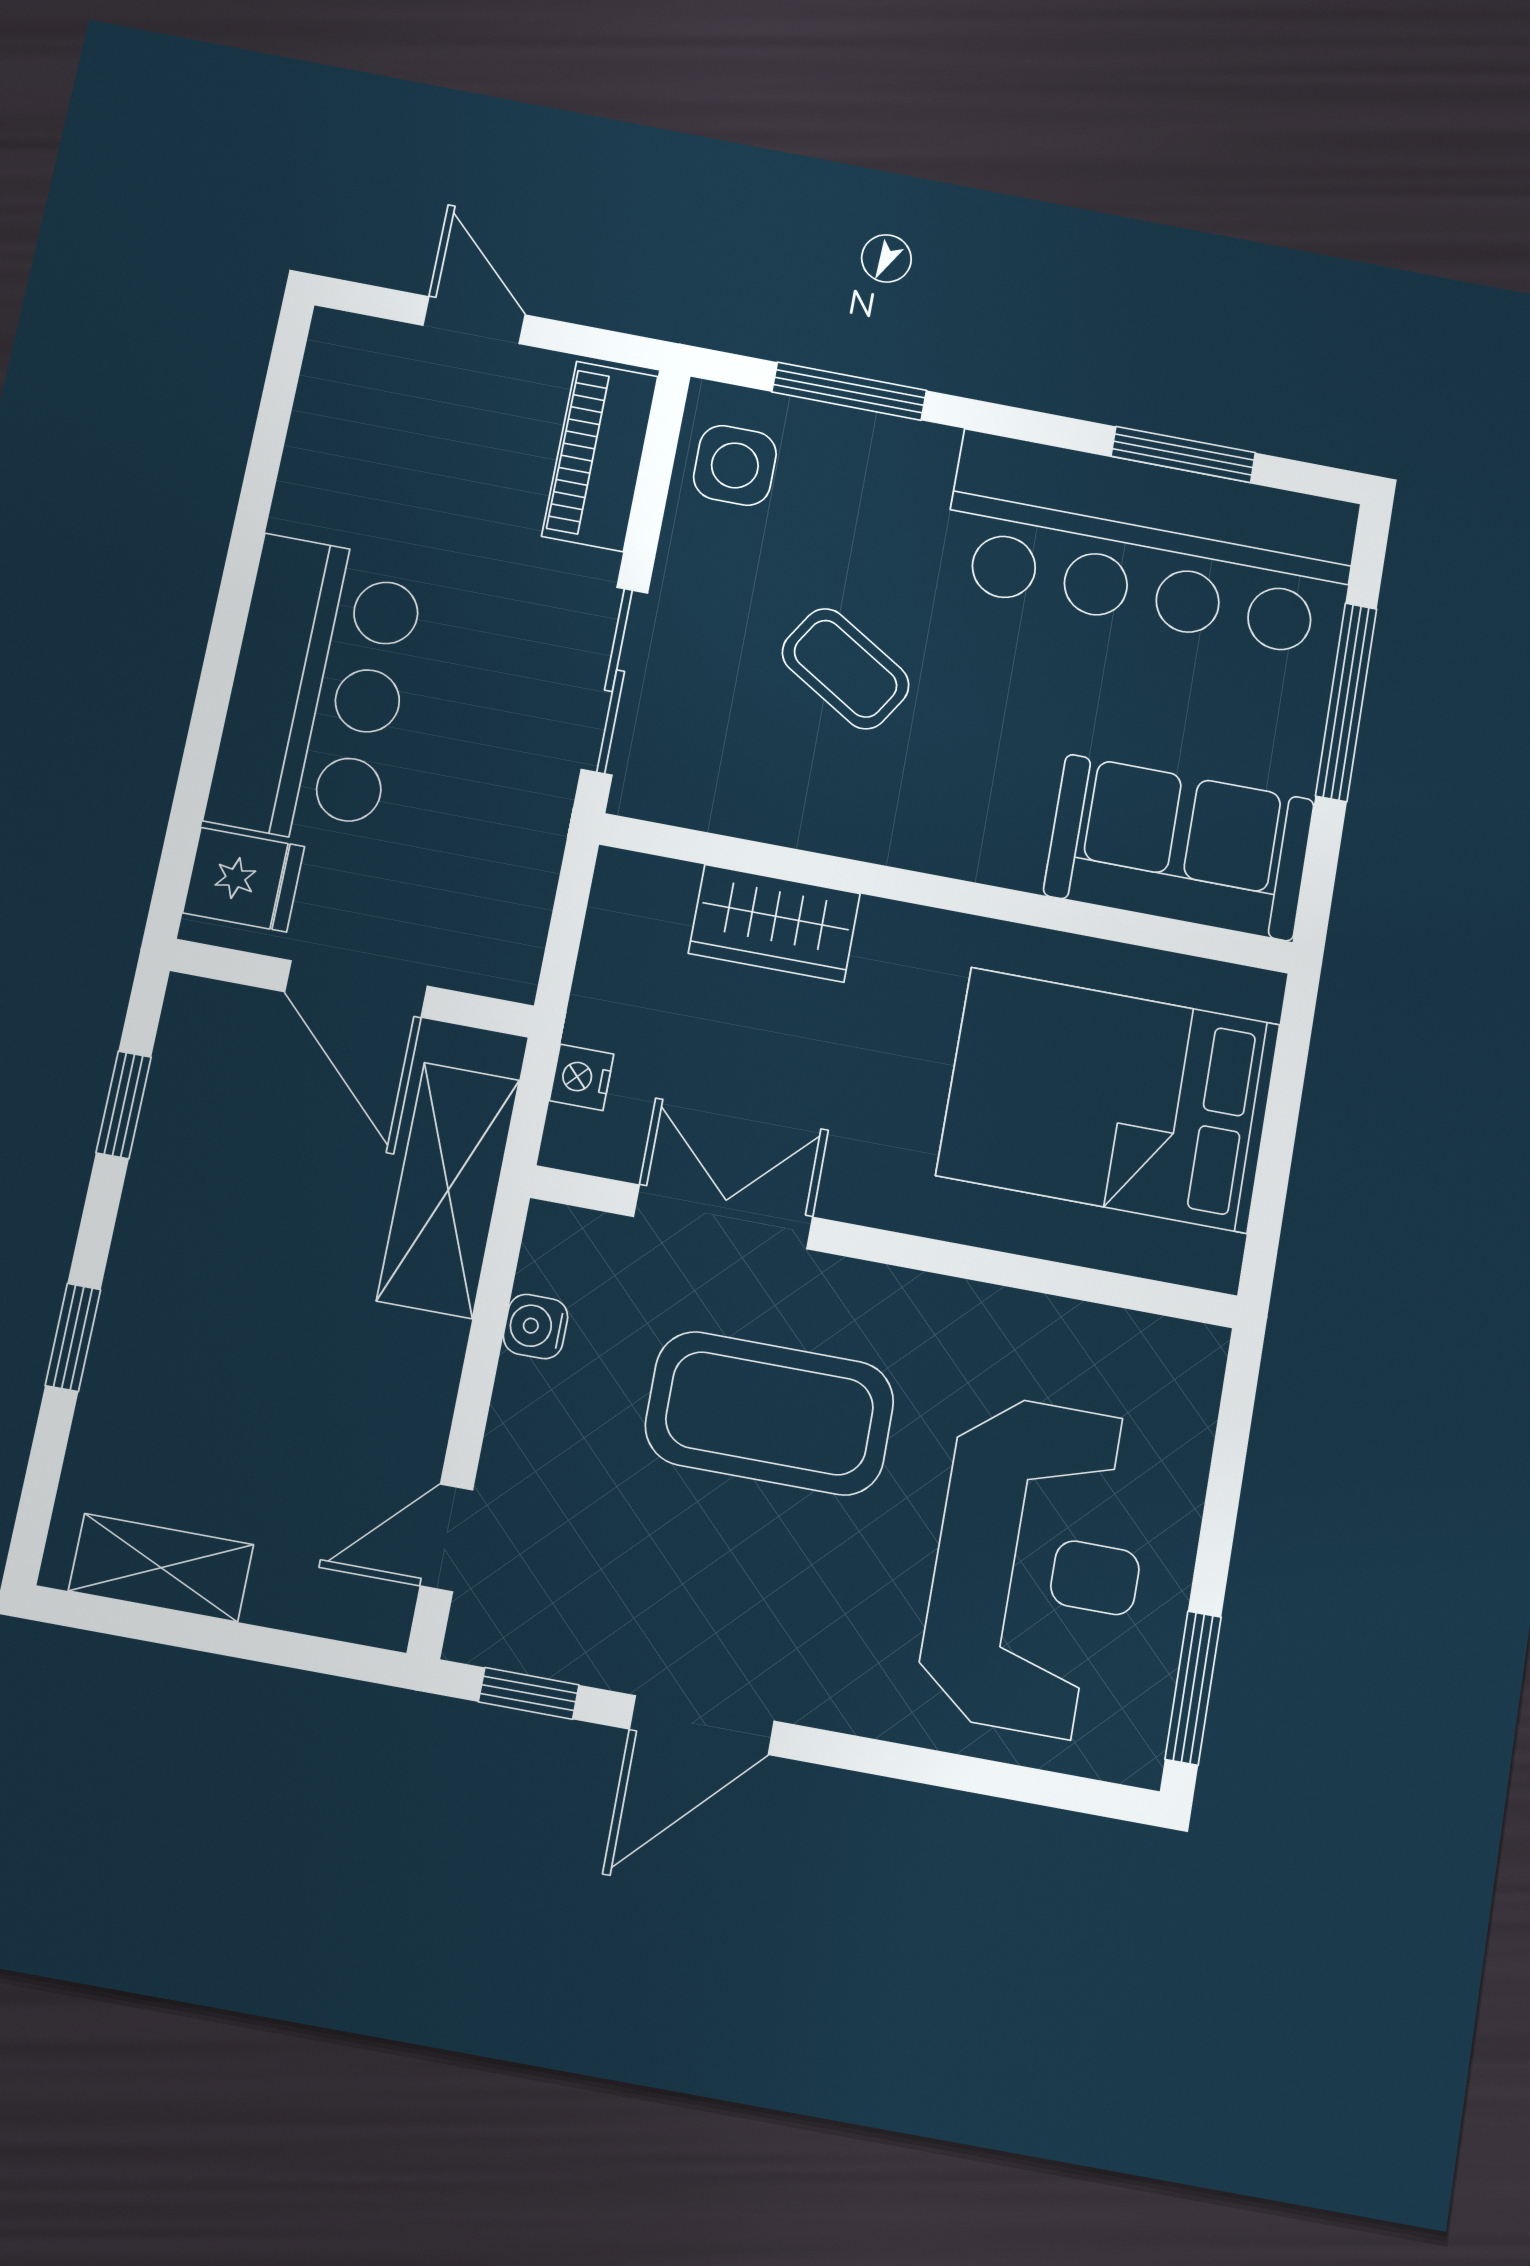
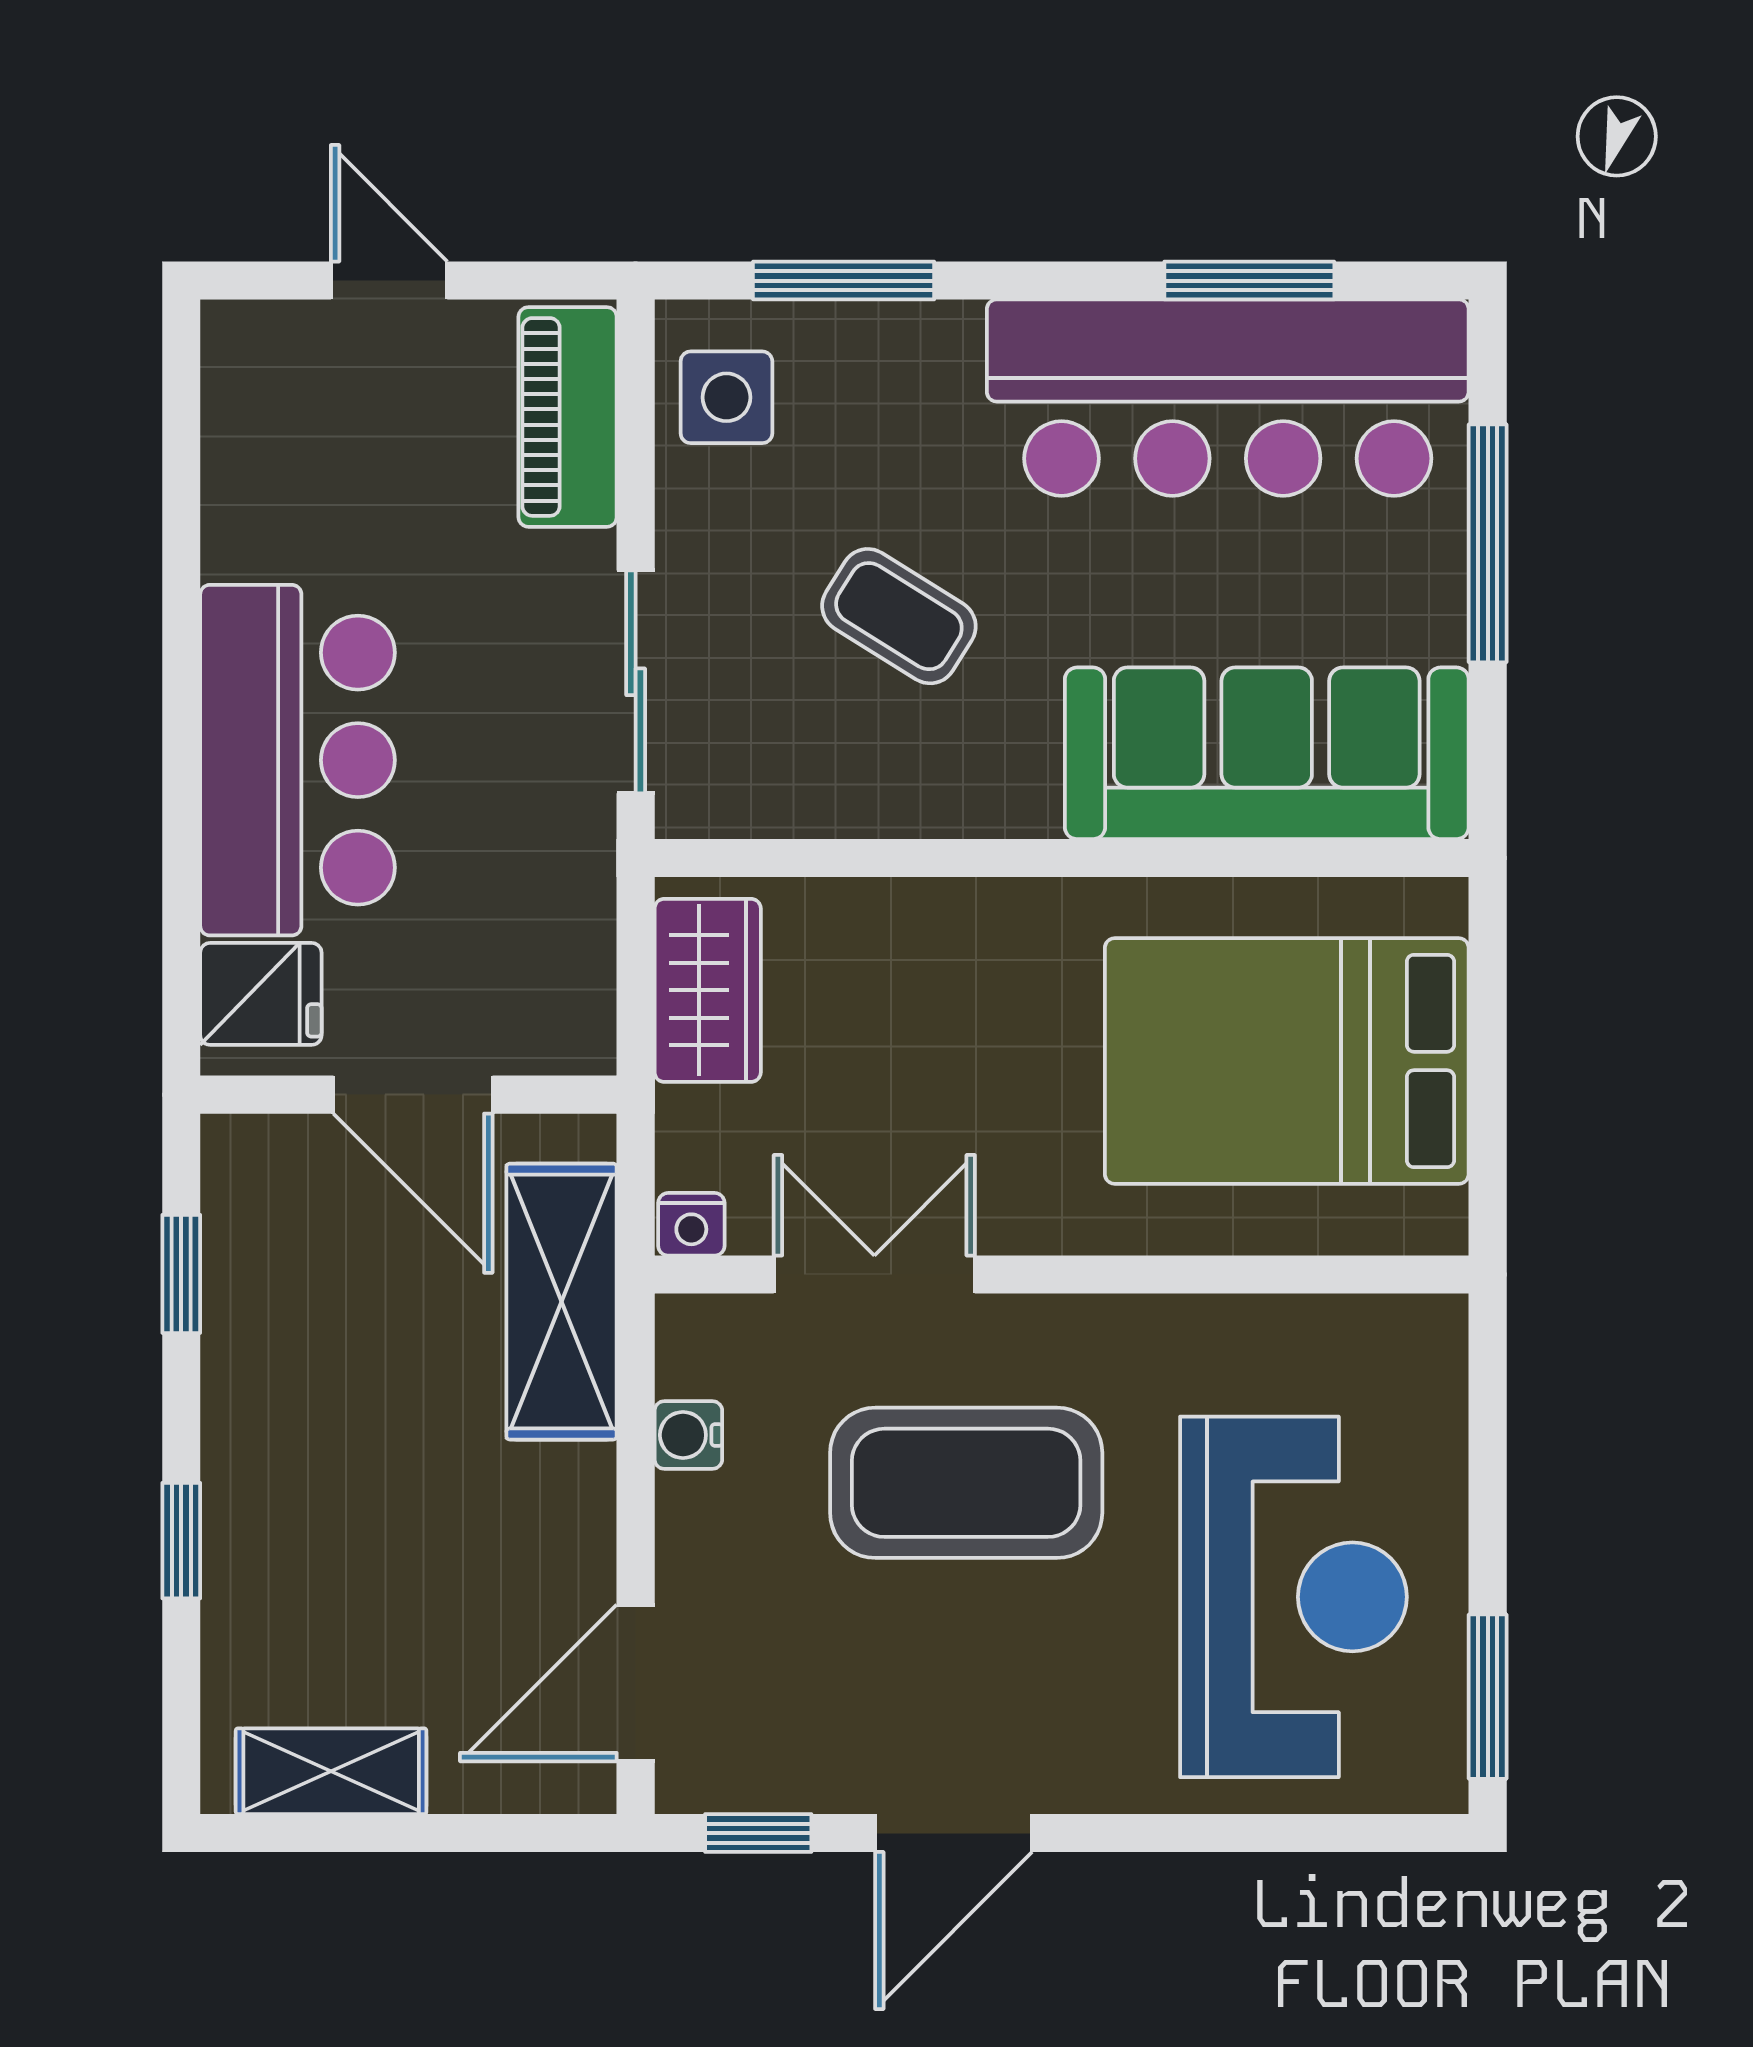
sofa: (1179, 847) -> (1267, 753), width x1.36
wardrobe: (774, 923) -> (708, 990), moved, turned -90
nightstand: (581, 1077) -> (691, 1224), moved, turned -90
door: (446, 1538) -> (636, 1683), width x1.38

